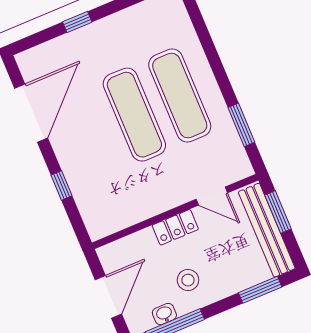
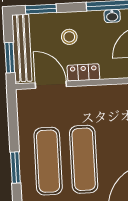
window: (241, 125) -> (15, 167), moved
door: (212, 196) -> (51, 85), width x1.38
stool: (188, 280) -> (69, 37), moved

